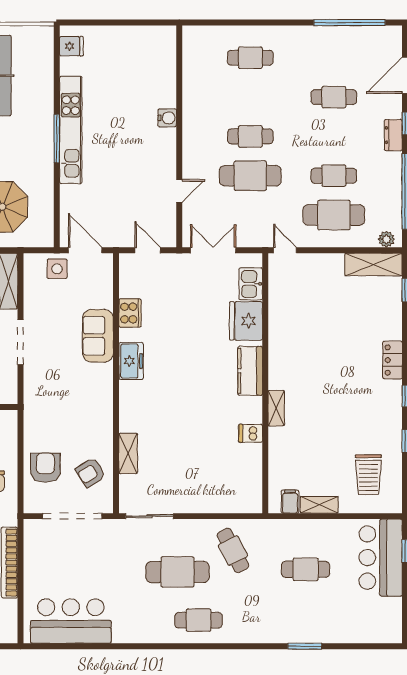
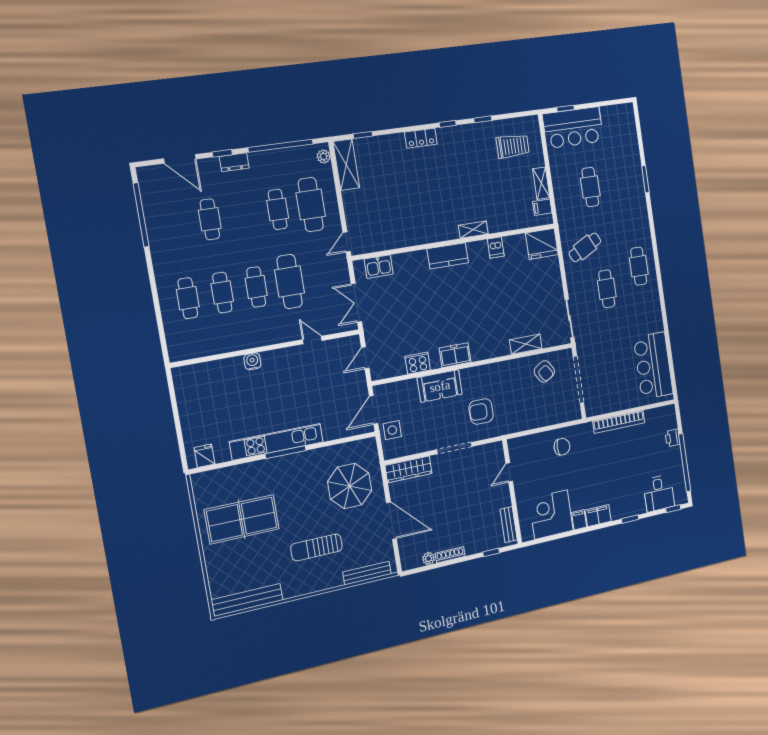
cafe table: (250, 97) -> (222, 293), added
fridge: (246, 321) -> (542, 244), moved
armchair: (45, 468) -> (481, 411), moved
cafe table: (178, 572) -> (607, 289), width x0.73, depth x0.74

